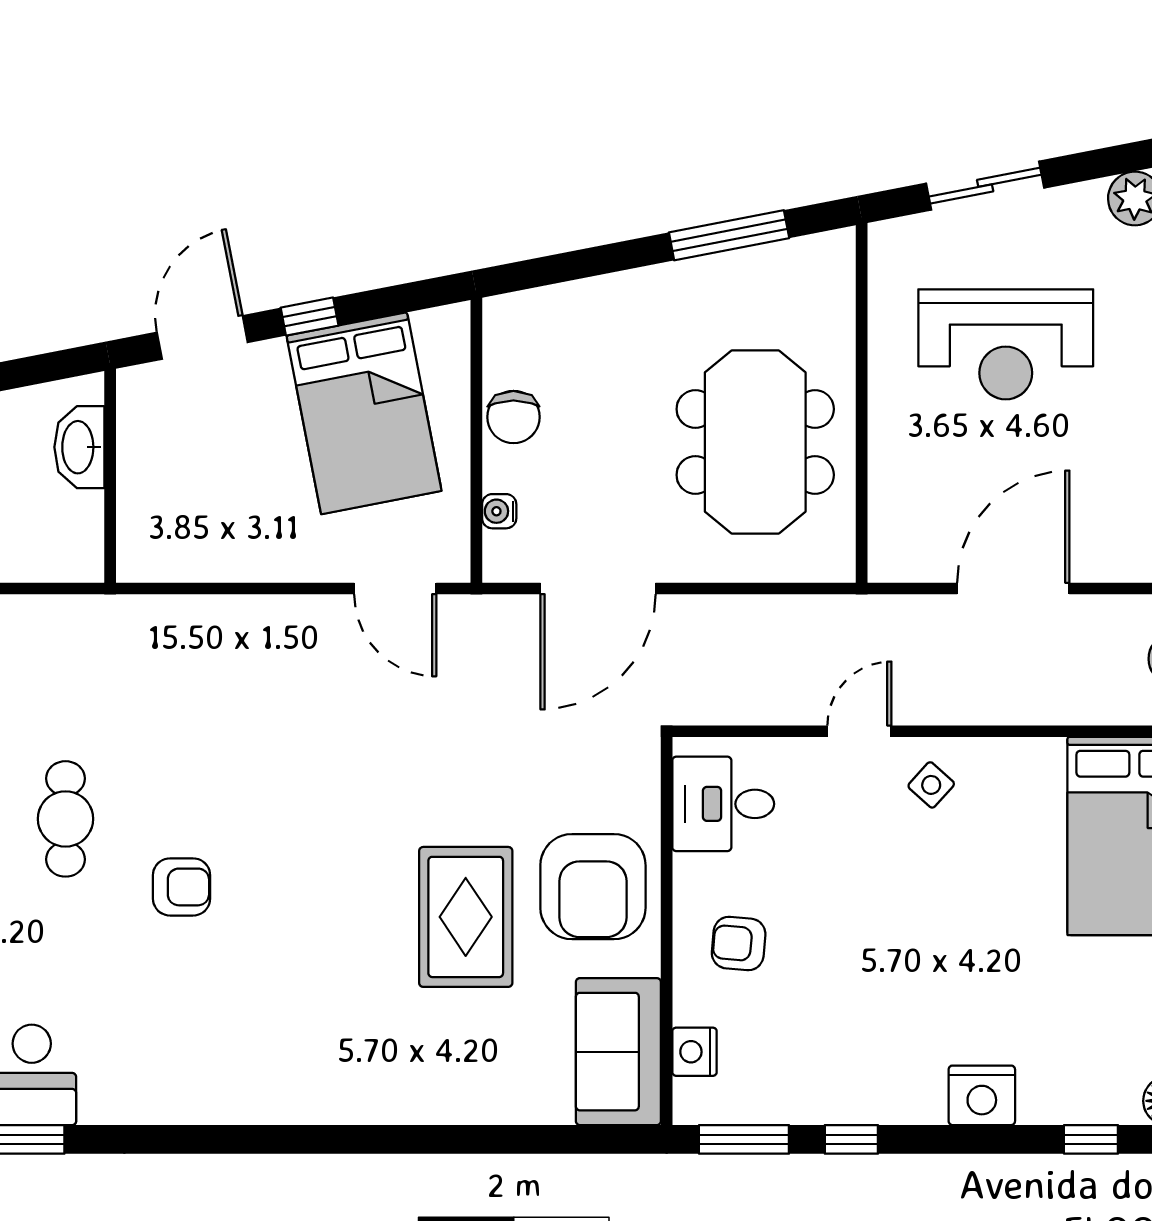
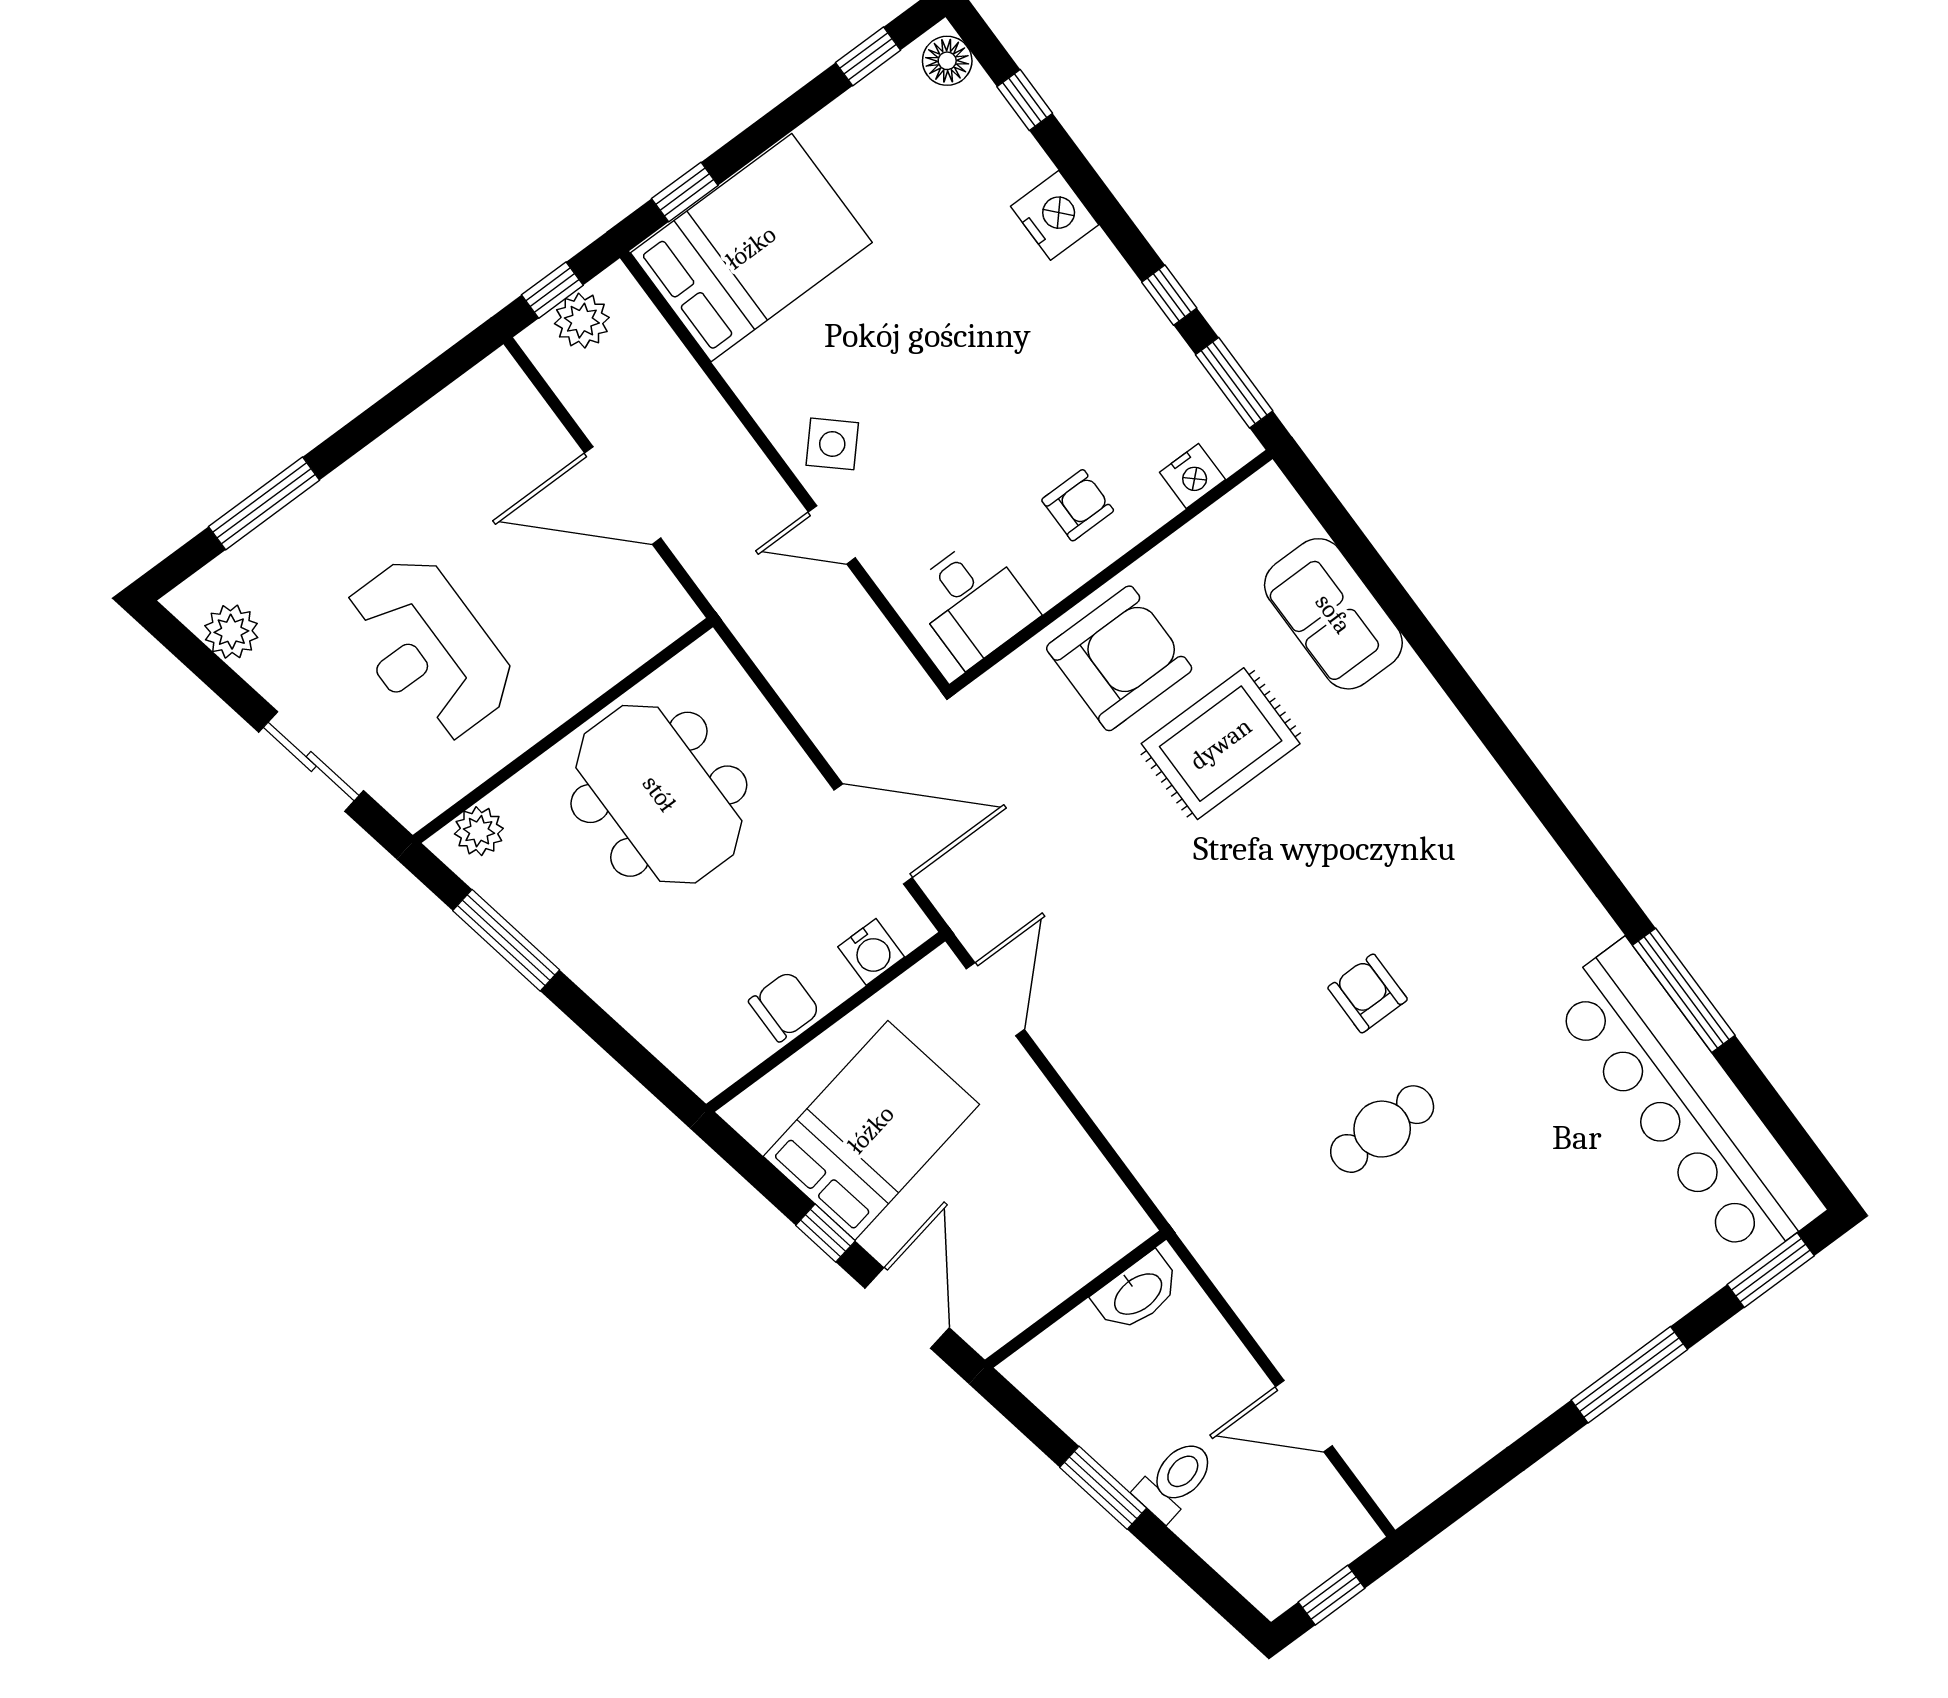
plant: (832, 278) -> (479, 831), added
door: (202, 337) -> (907, 1308), swing flipped
reception desk: (1006, 344) -> (428, 649), turned 180
meeting table: (755, 442) -> (659, 794), turned 90
washbasin: (79, 447) -> (1137, 1293), moved
water cooler: (499, 511) -> (871, 952), width x1.38, depth x1.38
side table: (931, 785) -> (832, 444), width x1.37, depth x1.37
armchair: (739, 944) -> (1078, 505), turned -95
sofa: (618, 1052) -> (1333, 614), moved, turned 90

